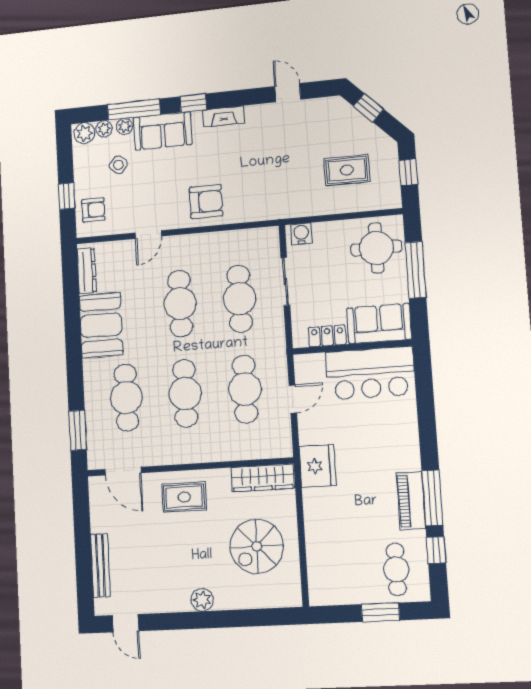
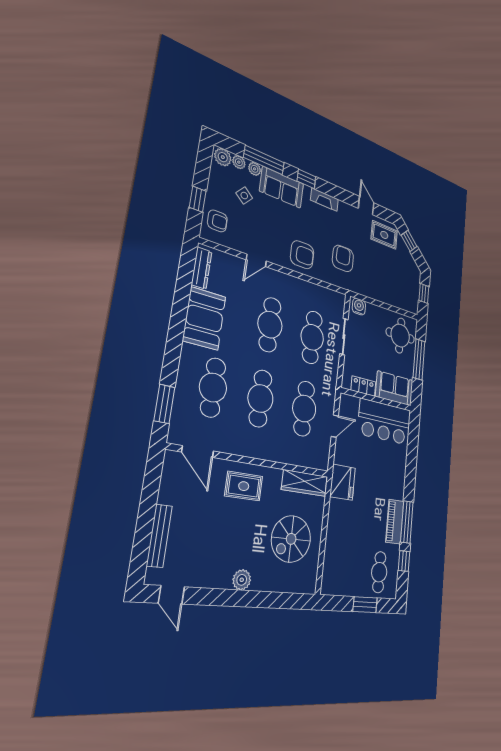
rug: (347, 170) -> (384, 235), moved
armchair: (265, 180) -> (343, 258), added

